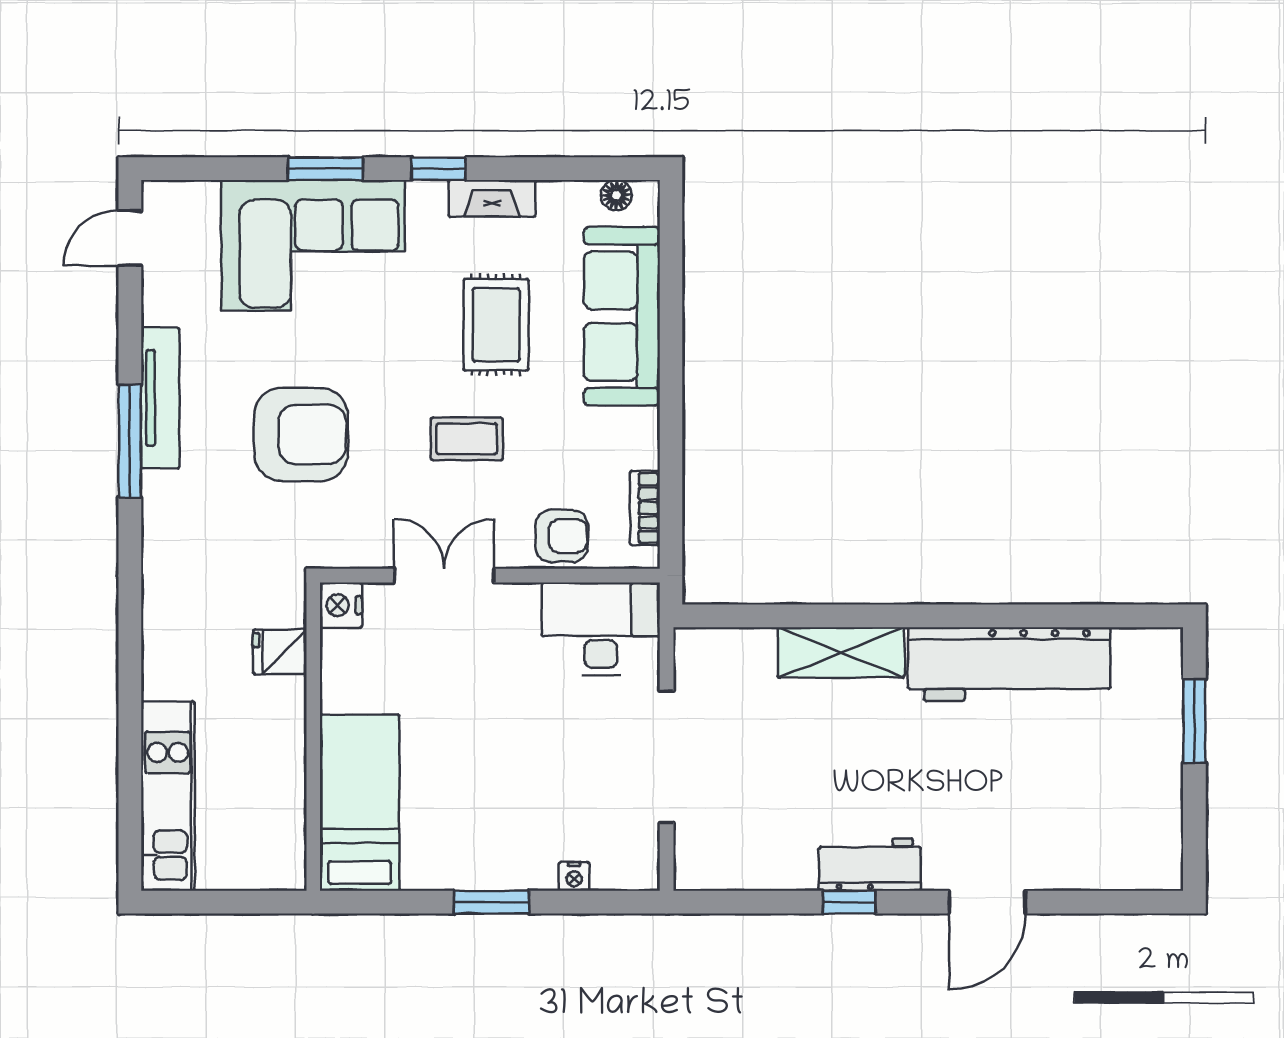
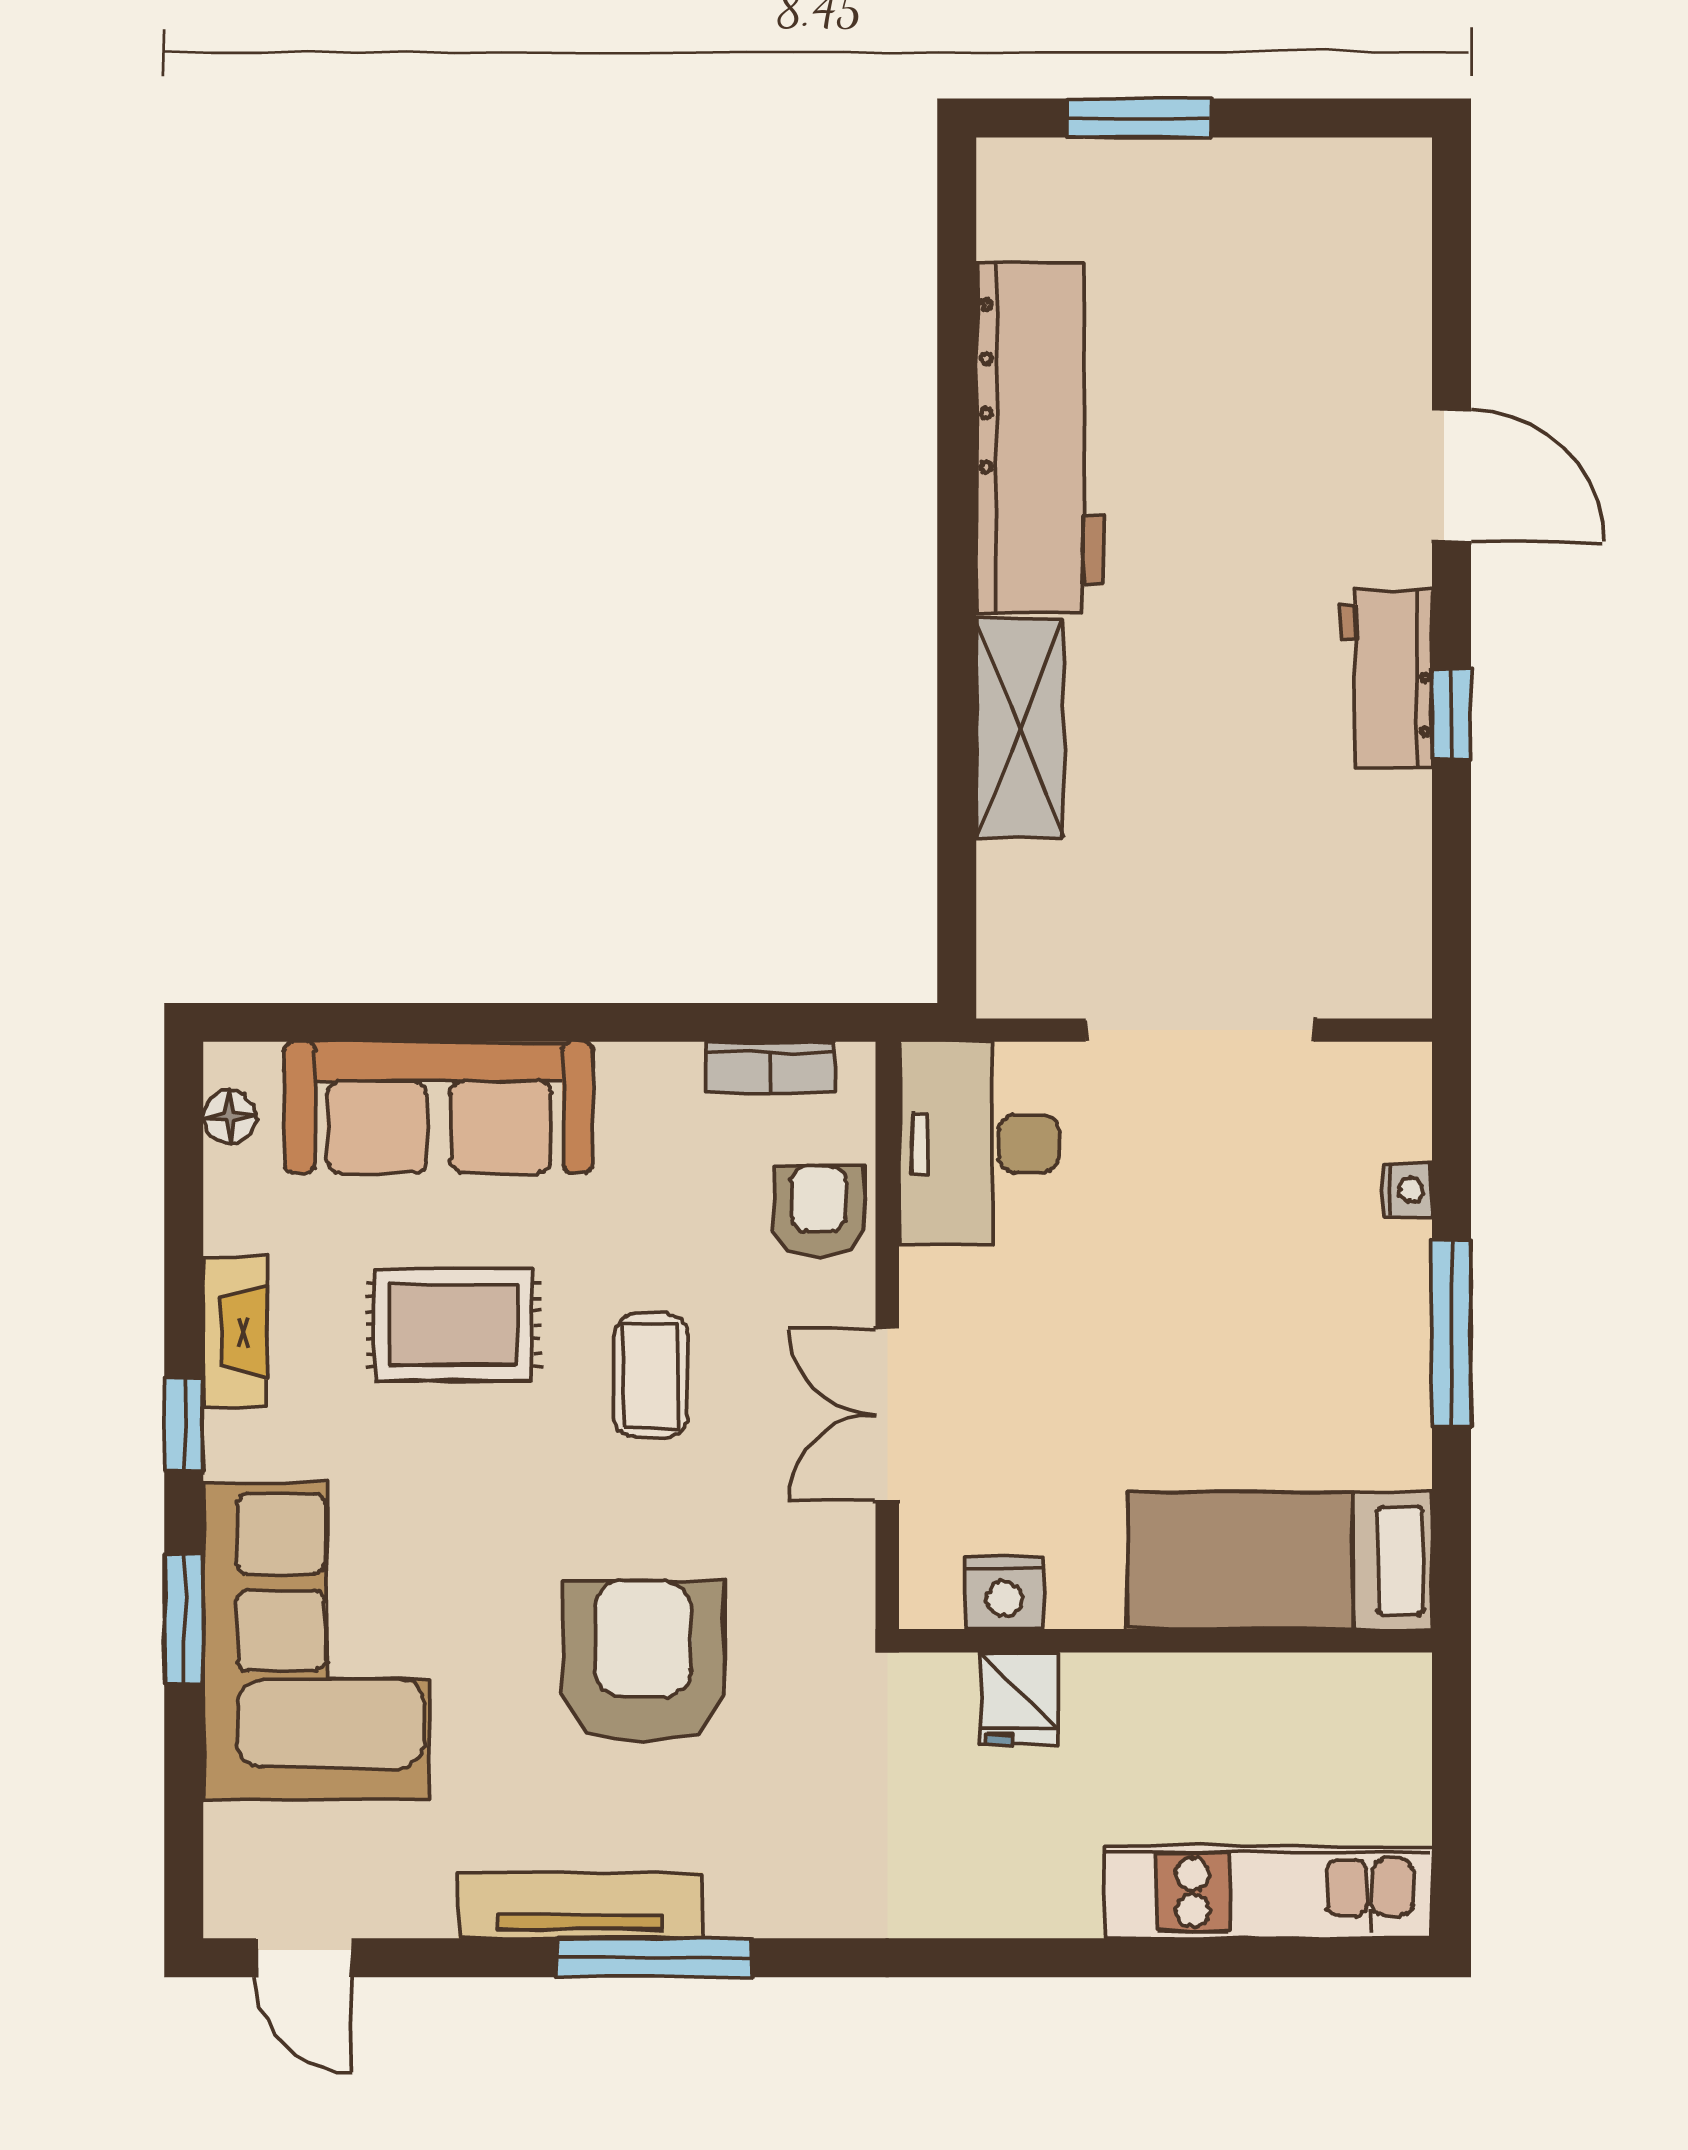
nightstand: (341, 605) -> (1004, 1593), moved
window: (492, 902) -> (1451, 1333), width x1.44

